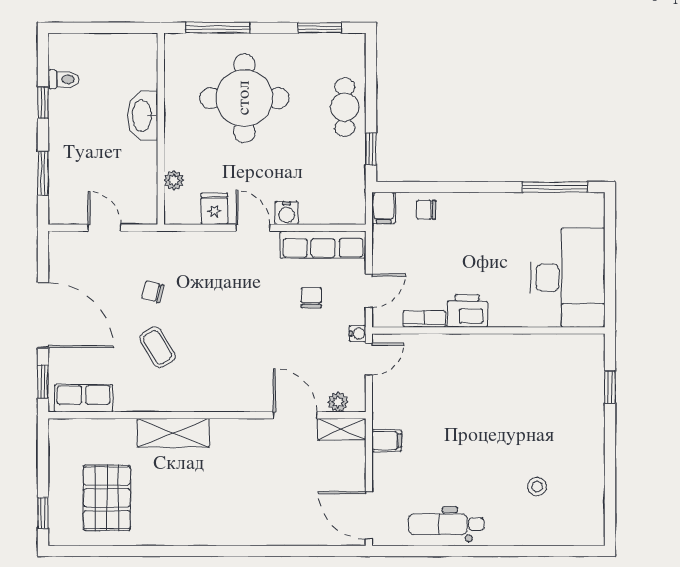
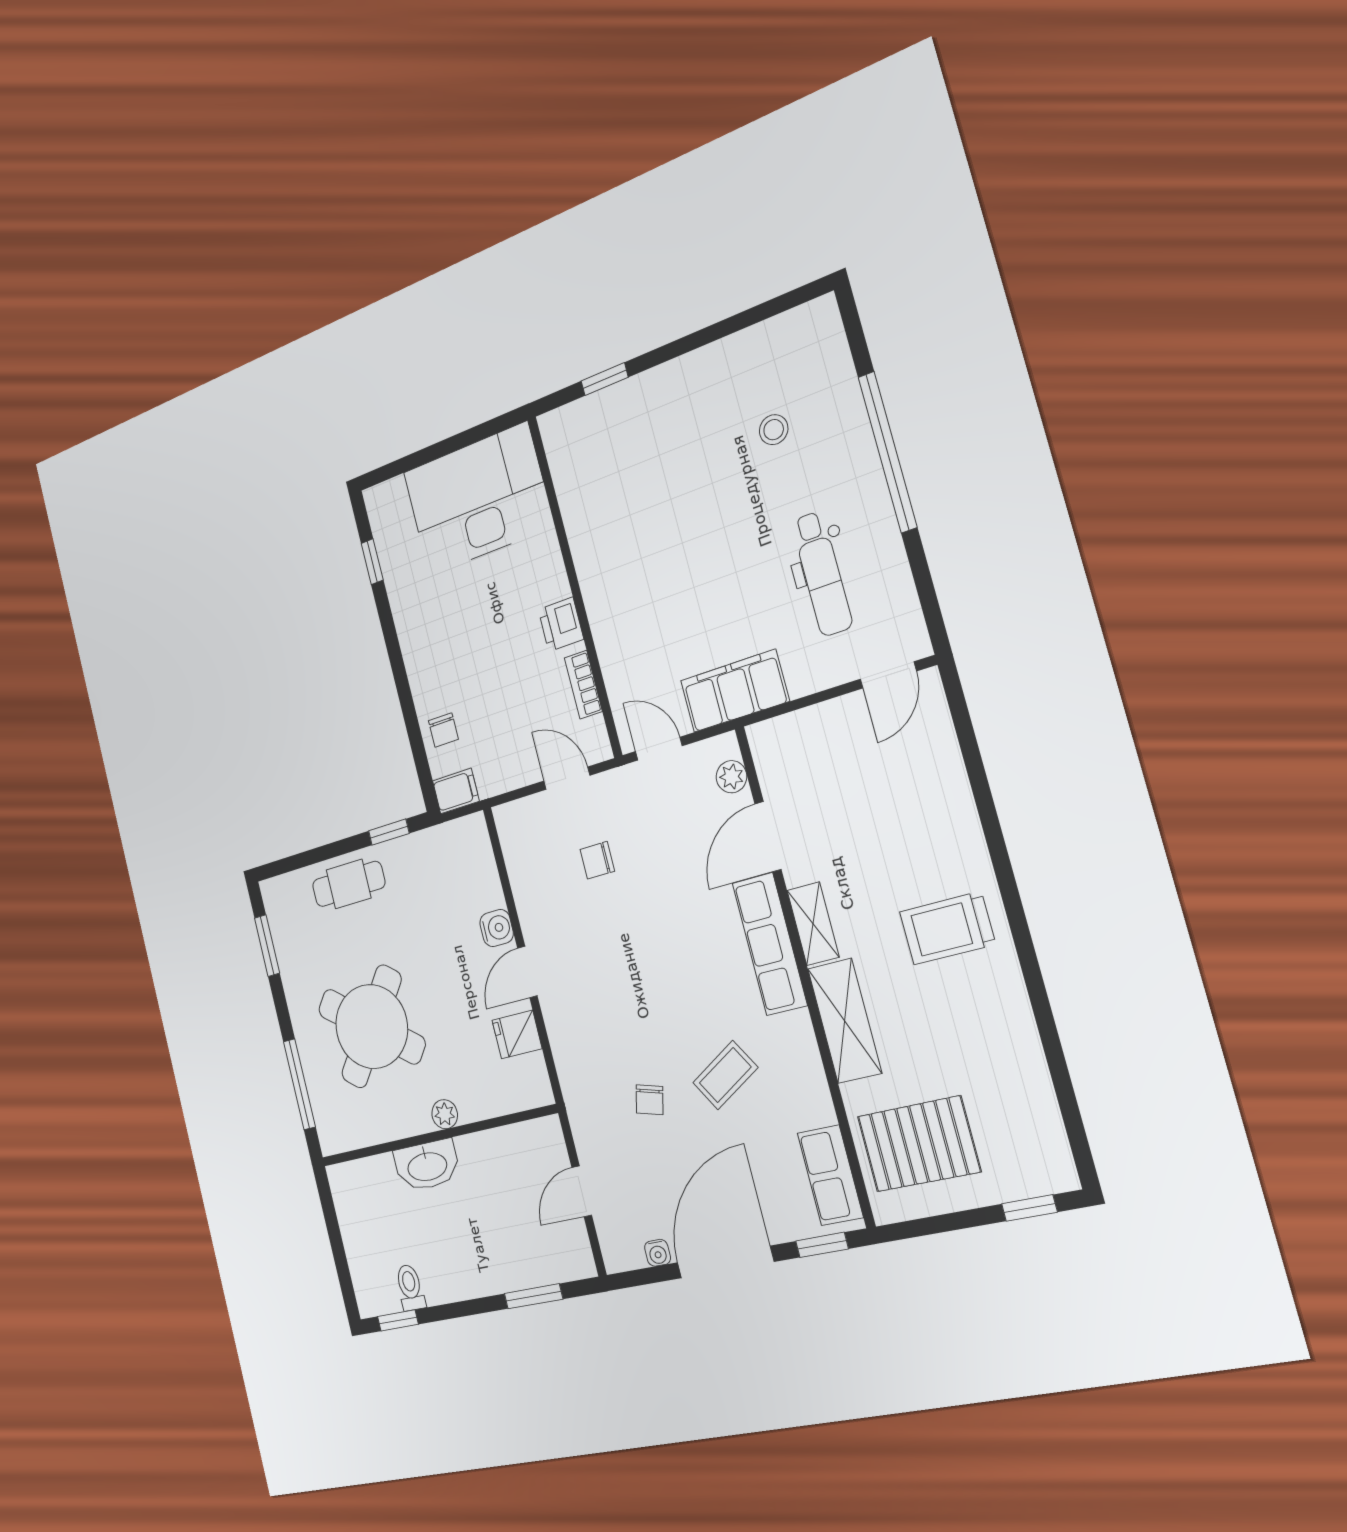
round table: (244, 98) -> (372, 1027), turned 37
window: (43, 103) -> (398, 1320), moved
plant: (174, 180) -> (445, 1114), moved
window: (555, 187) -> (372, 562), width x0.46
row of seats: (323, 245) -> (770, 944), moved, turned 180
printer: (467, 311) -> (561, 624), width x0.73, depth x0.81
water cooler: (358, 334) -> (658, 1253), moved, turned 180
shelving: (342, 429) -> (813, 924), moved
filing cabinet: (387, 441) -> (735, 691), width x3.00, depth x1.17
pallet: (107, 498) -> (919, 1144), moved
trolley: (213, 510) -> (947, 928), added
door: (369, 515) -> (888, 675), width x0.73
dental chair: (446, 524) -> (822, 574), moved
window: (498, 551) -> (888, 452), added

